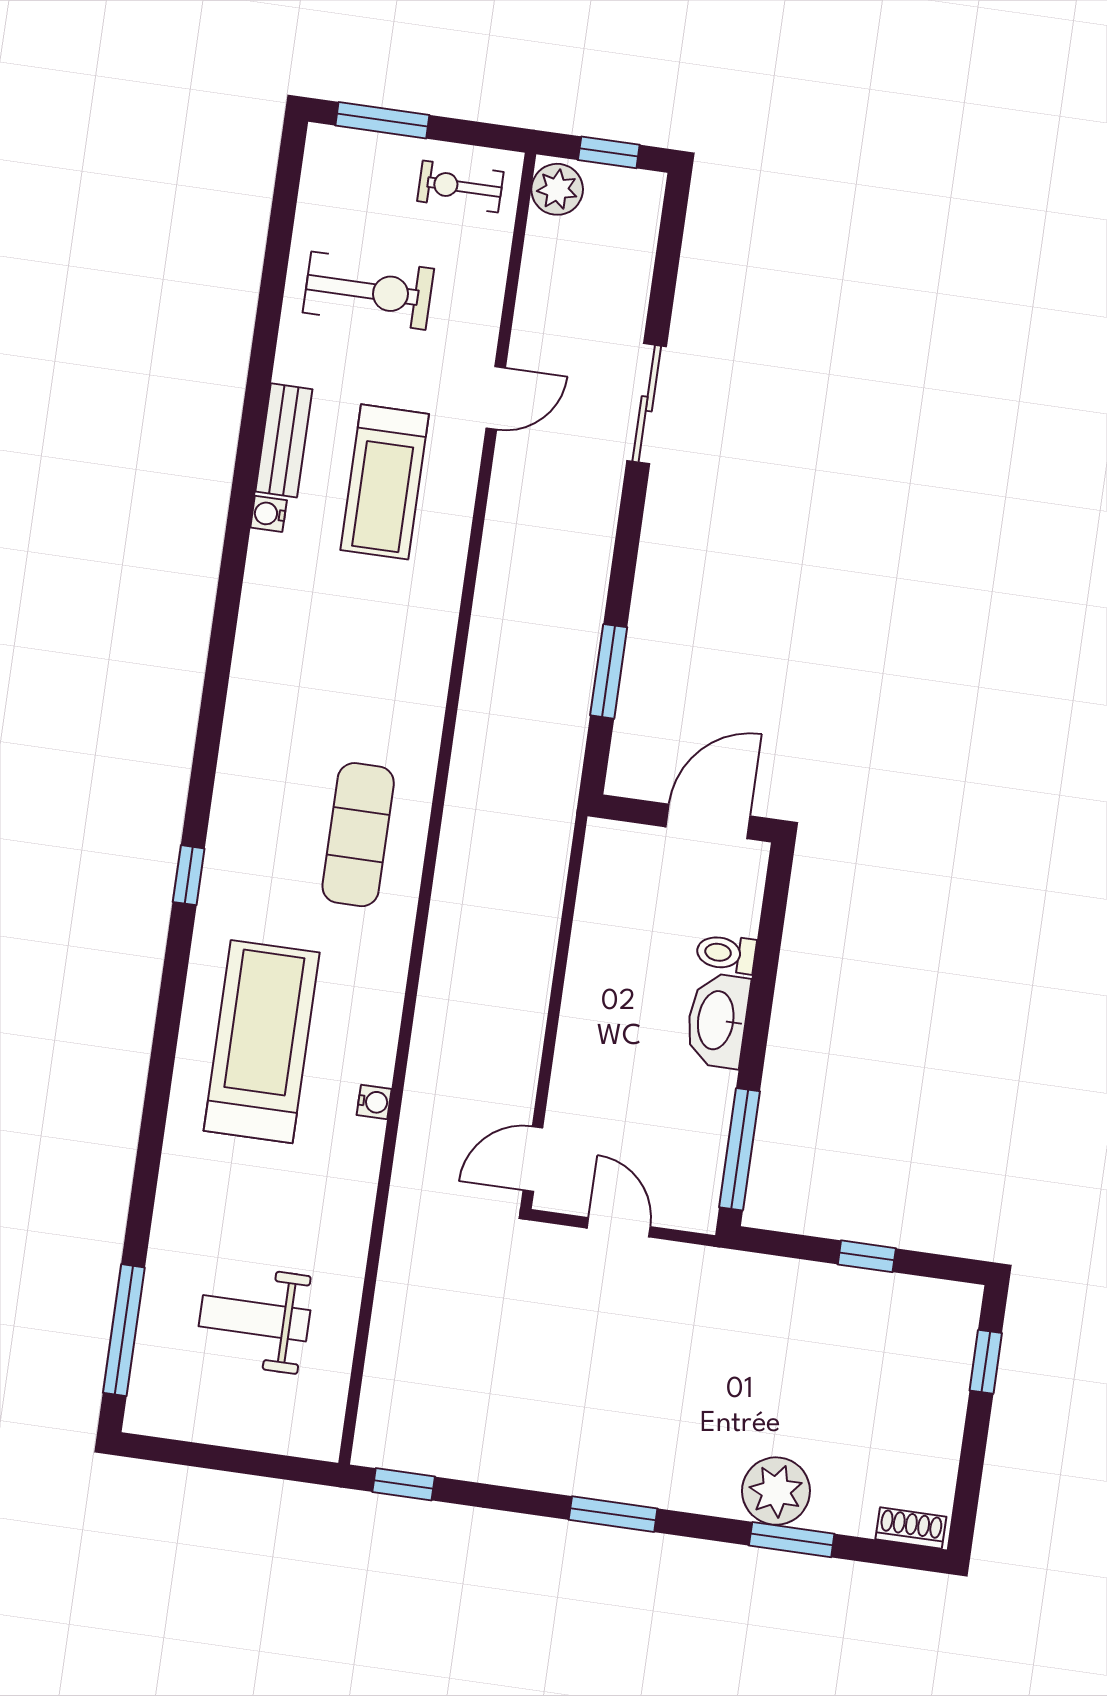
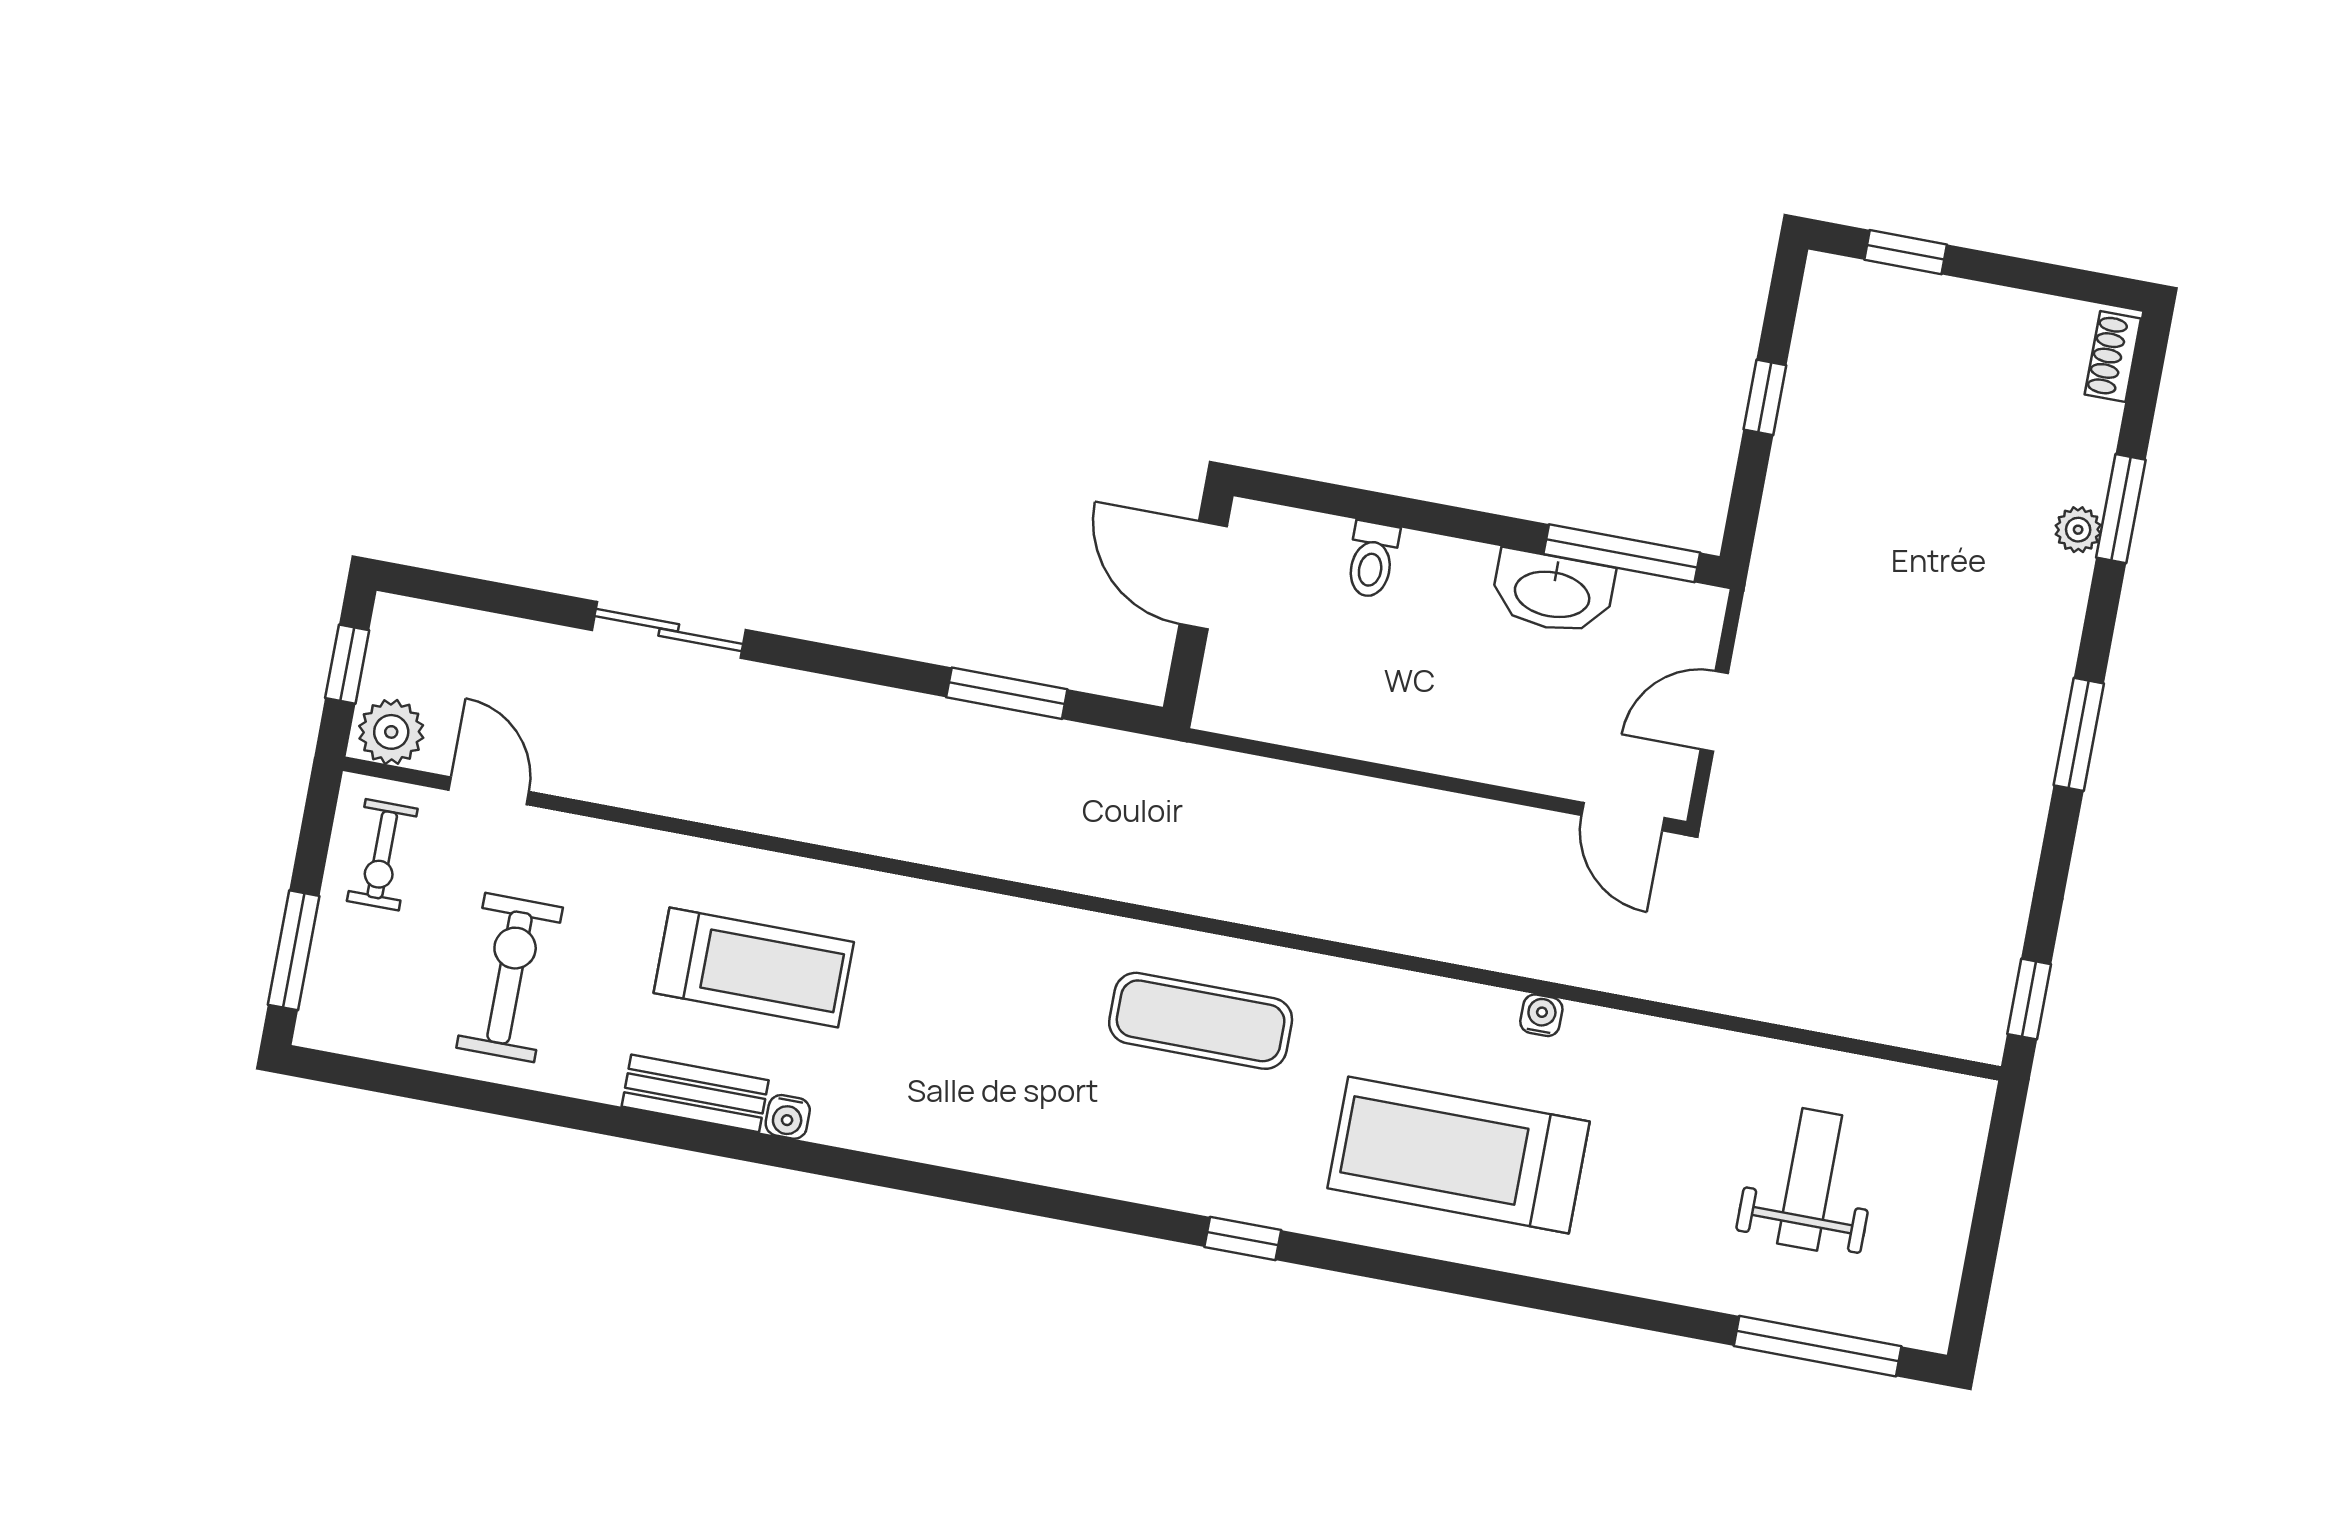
door: (496, 398) -> (489, 791), moved
washbasin: (717, 1020) -> (1552, 592), moved
weight bench: (254, 1318) -> (1810, 1179), turned 180
plant: (776, 1491) -> (2078, 530), width x0.53, depth x0.53

